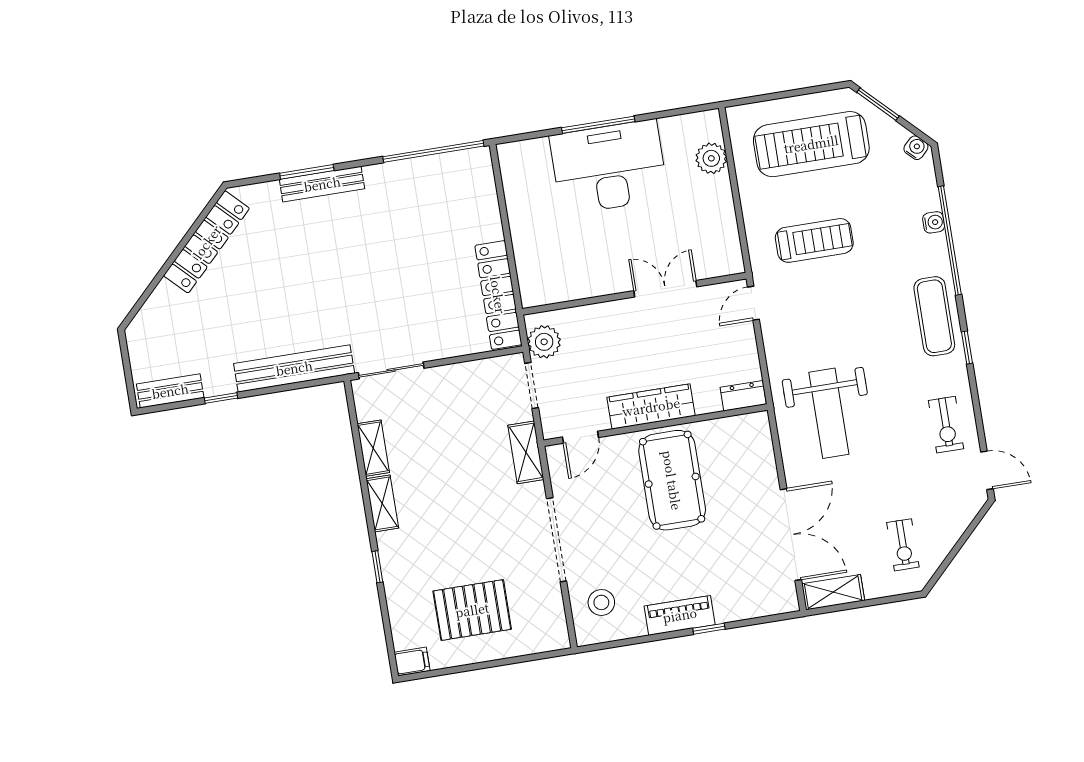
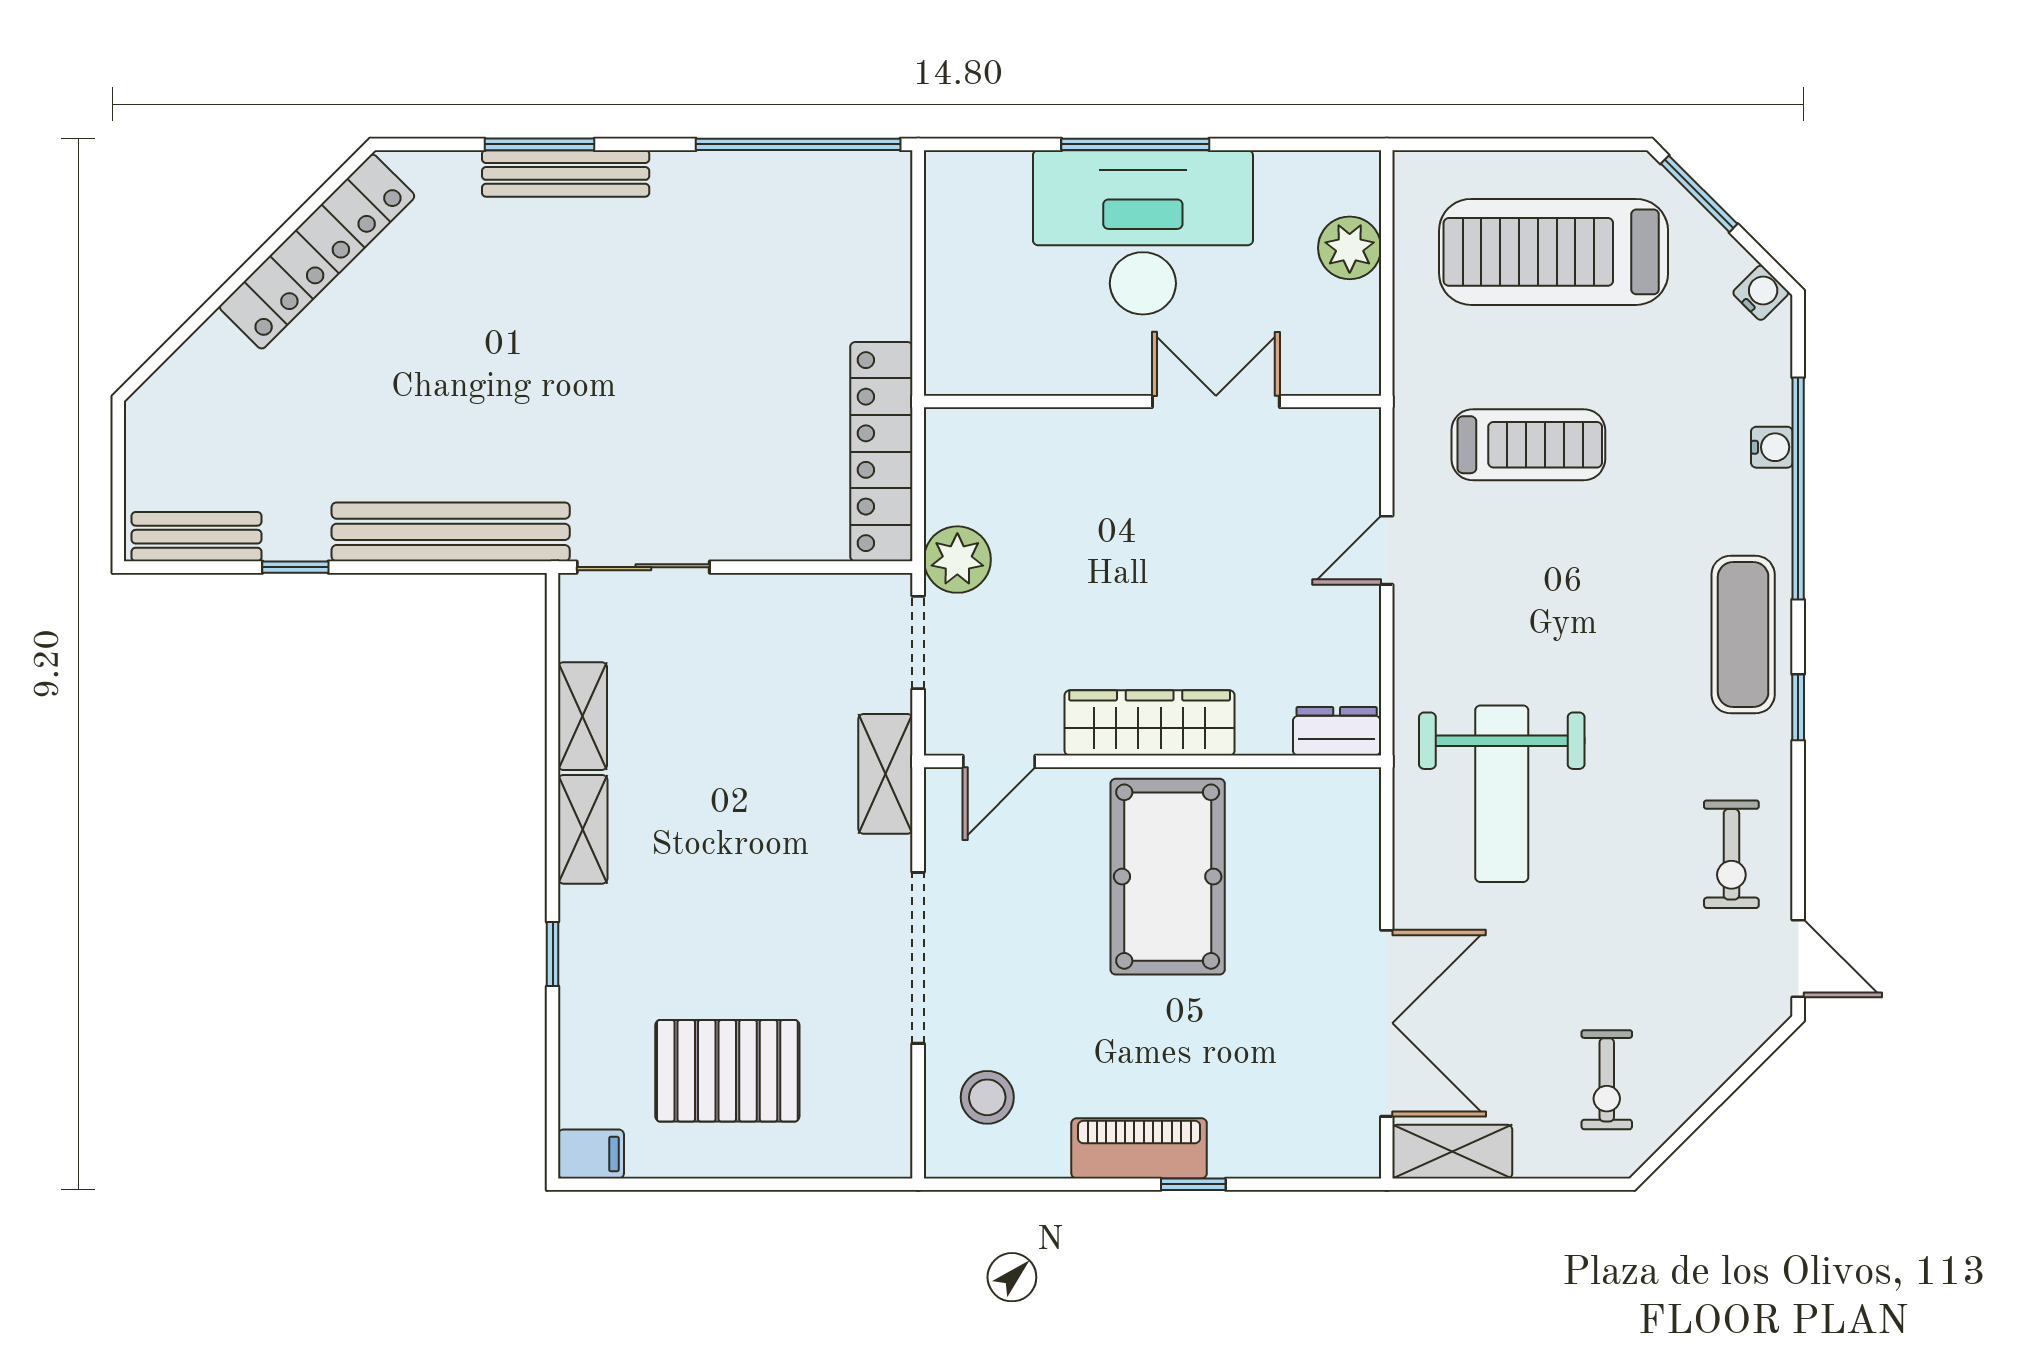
double door: (665, 289) -> (1216, 401), moved
wall: (634, 294) -> (1152, 401), moved

